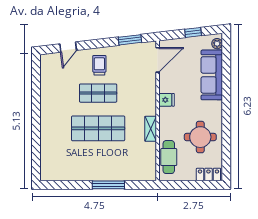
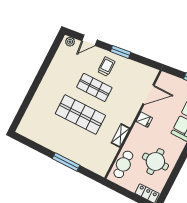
window: (130, 40) -> (121, 52), moved
plant: (49, 59) -> (70, 42), added
door: (158, 60) -> (148, 95), moved

